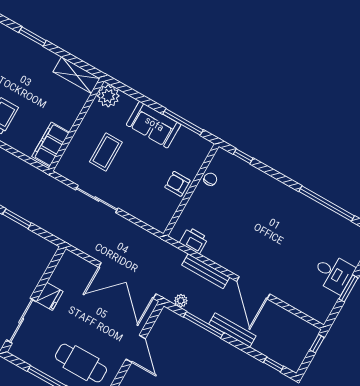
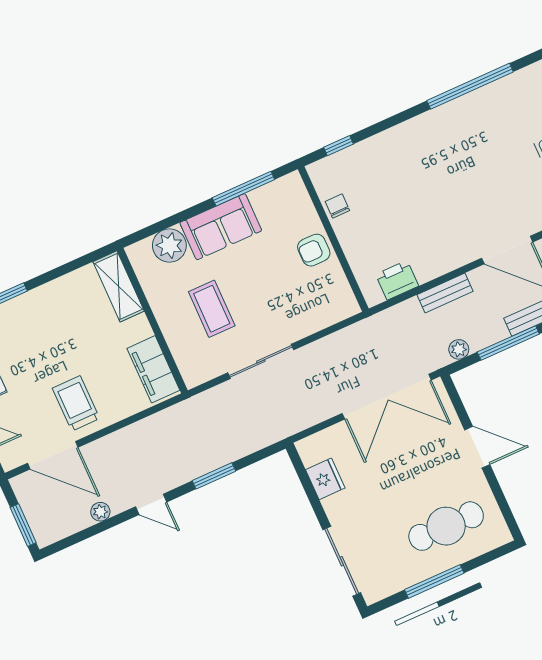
shelving: (76, 75) -> (119, 286), moved, turned 90
plant: (108, 96) -> (169, 245), moved
bench: (206, 271) -> (445, 293), width x0.73
fridge: (50, 296) -> (325, 479), moved

